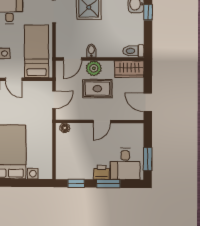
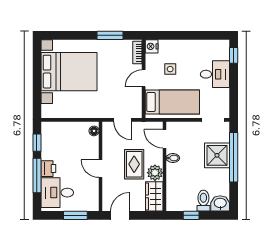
window: (148, 12) -> (191, 215), moved
toilet: (133, 51) -> (203, 201), moved
plant: (94, 68) -> (155, 173), moved
window: (148, 159) -> (75, 215), moved
window: (108, 184) -> (37, 176), width x1.44

